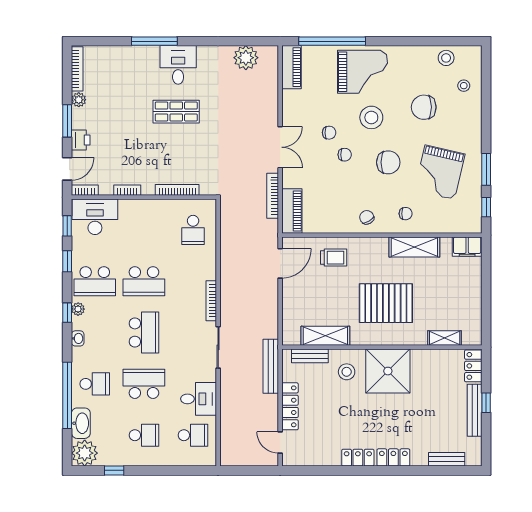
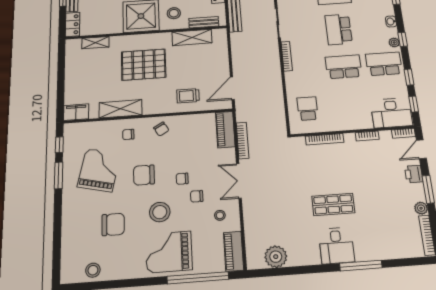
stool: (464, 86) -> (220, 215), moved

